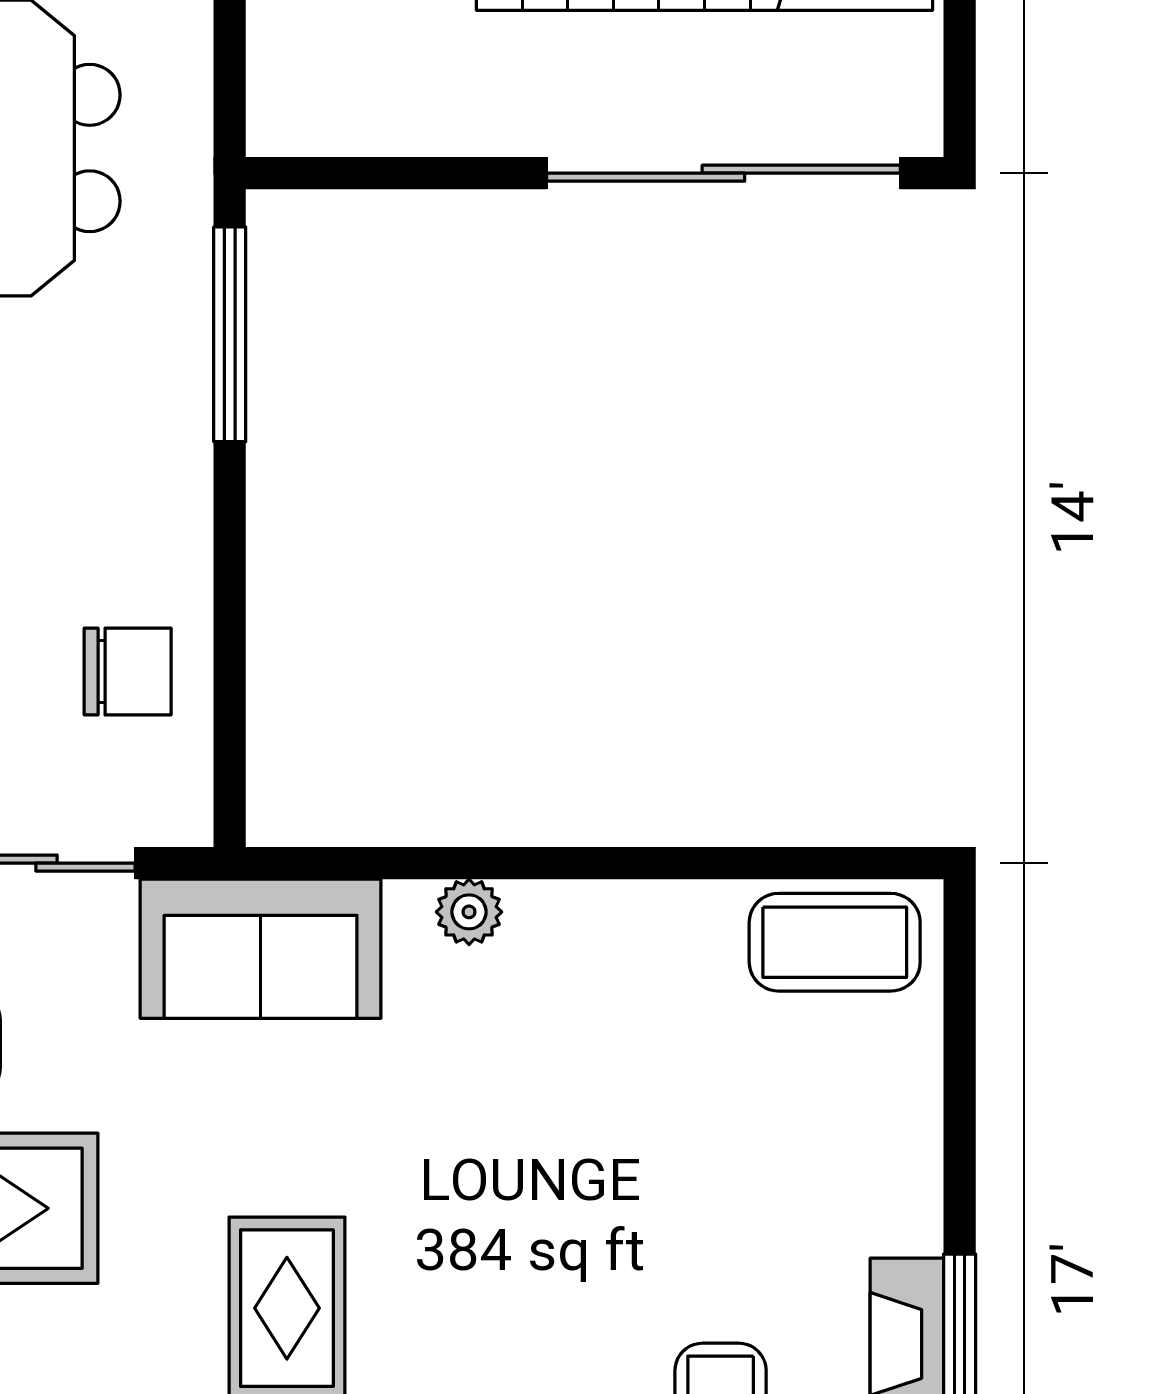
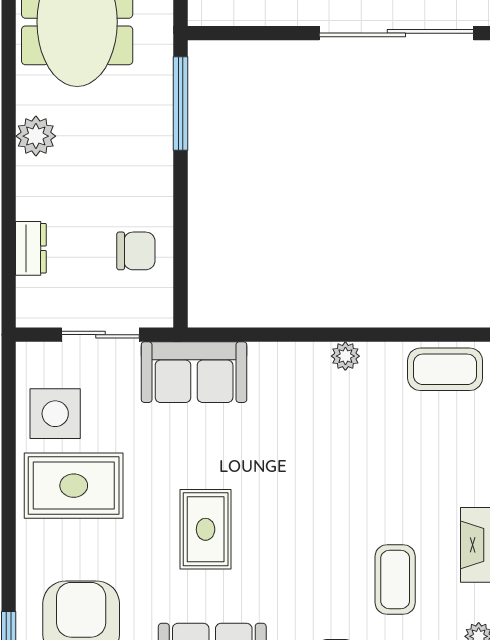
plant: (469, 912) -> (345, 356), moved

